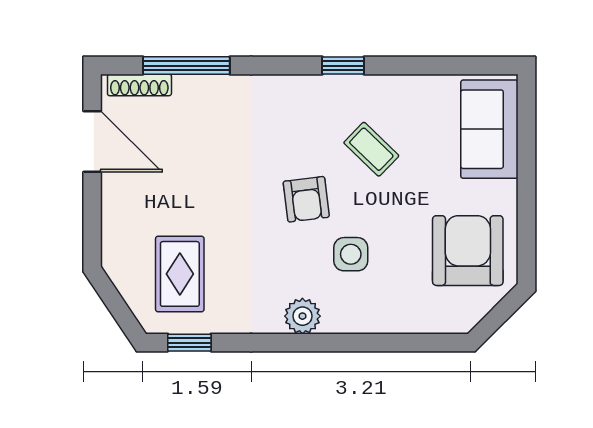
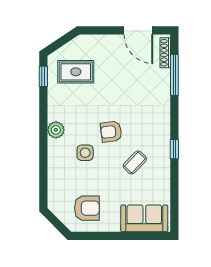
door: (92, 141) -> (138, 30), hinge flipped
armchair: (468, 251) -> (87, 208), width x0.73, depth x0.73

